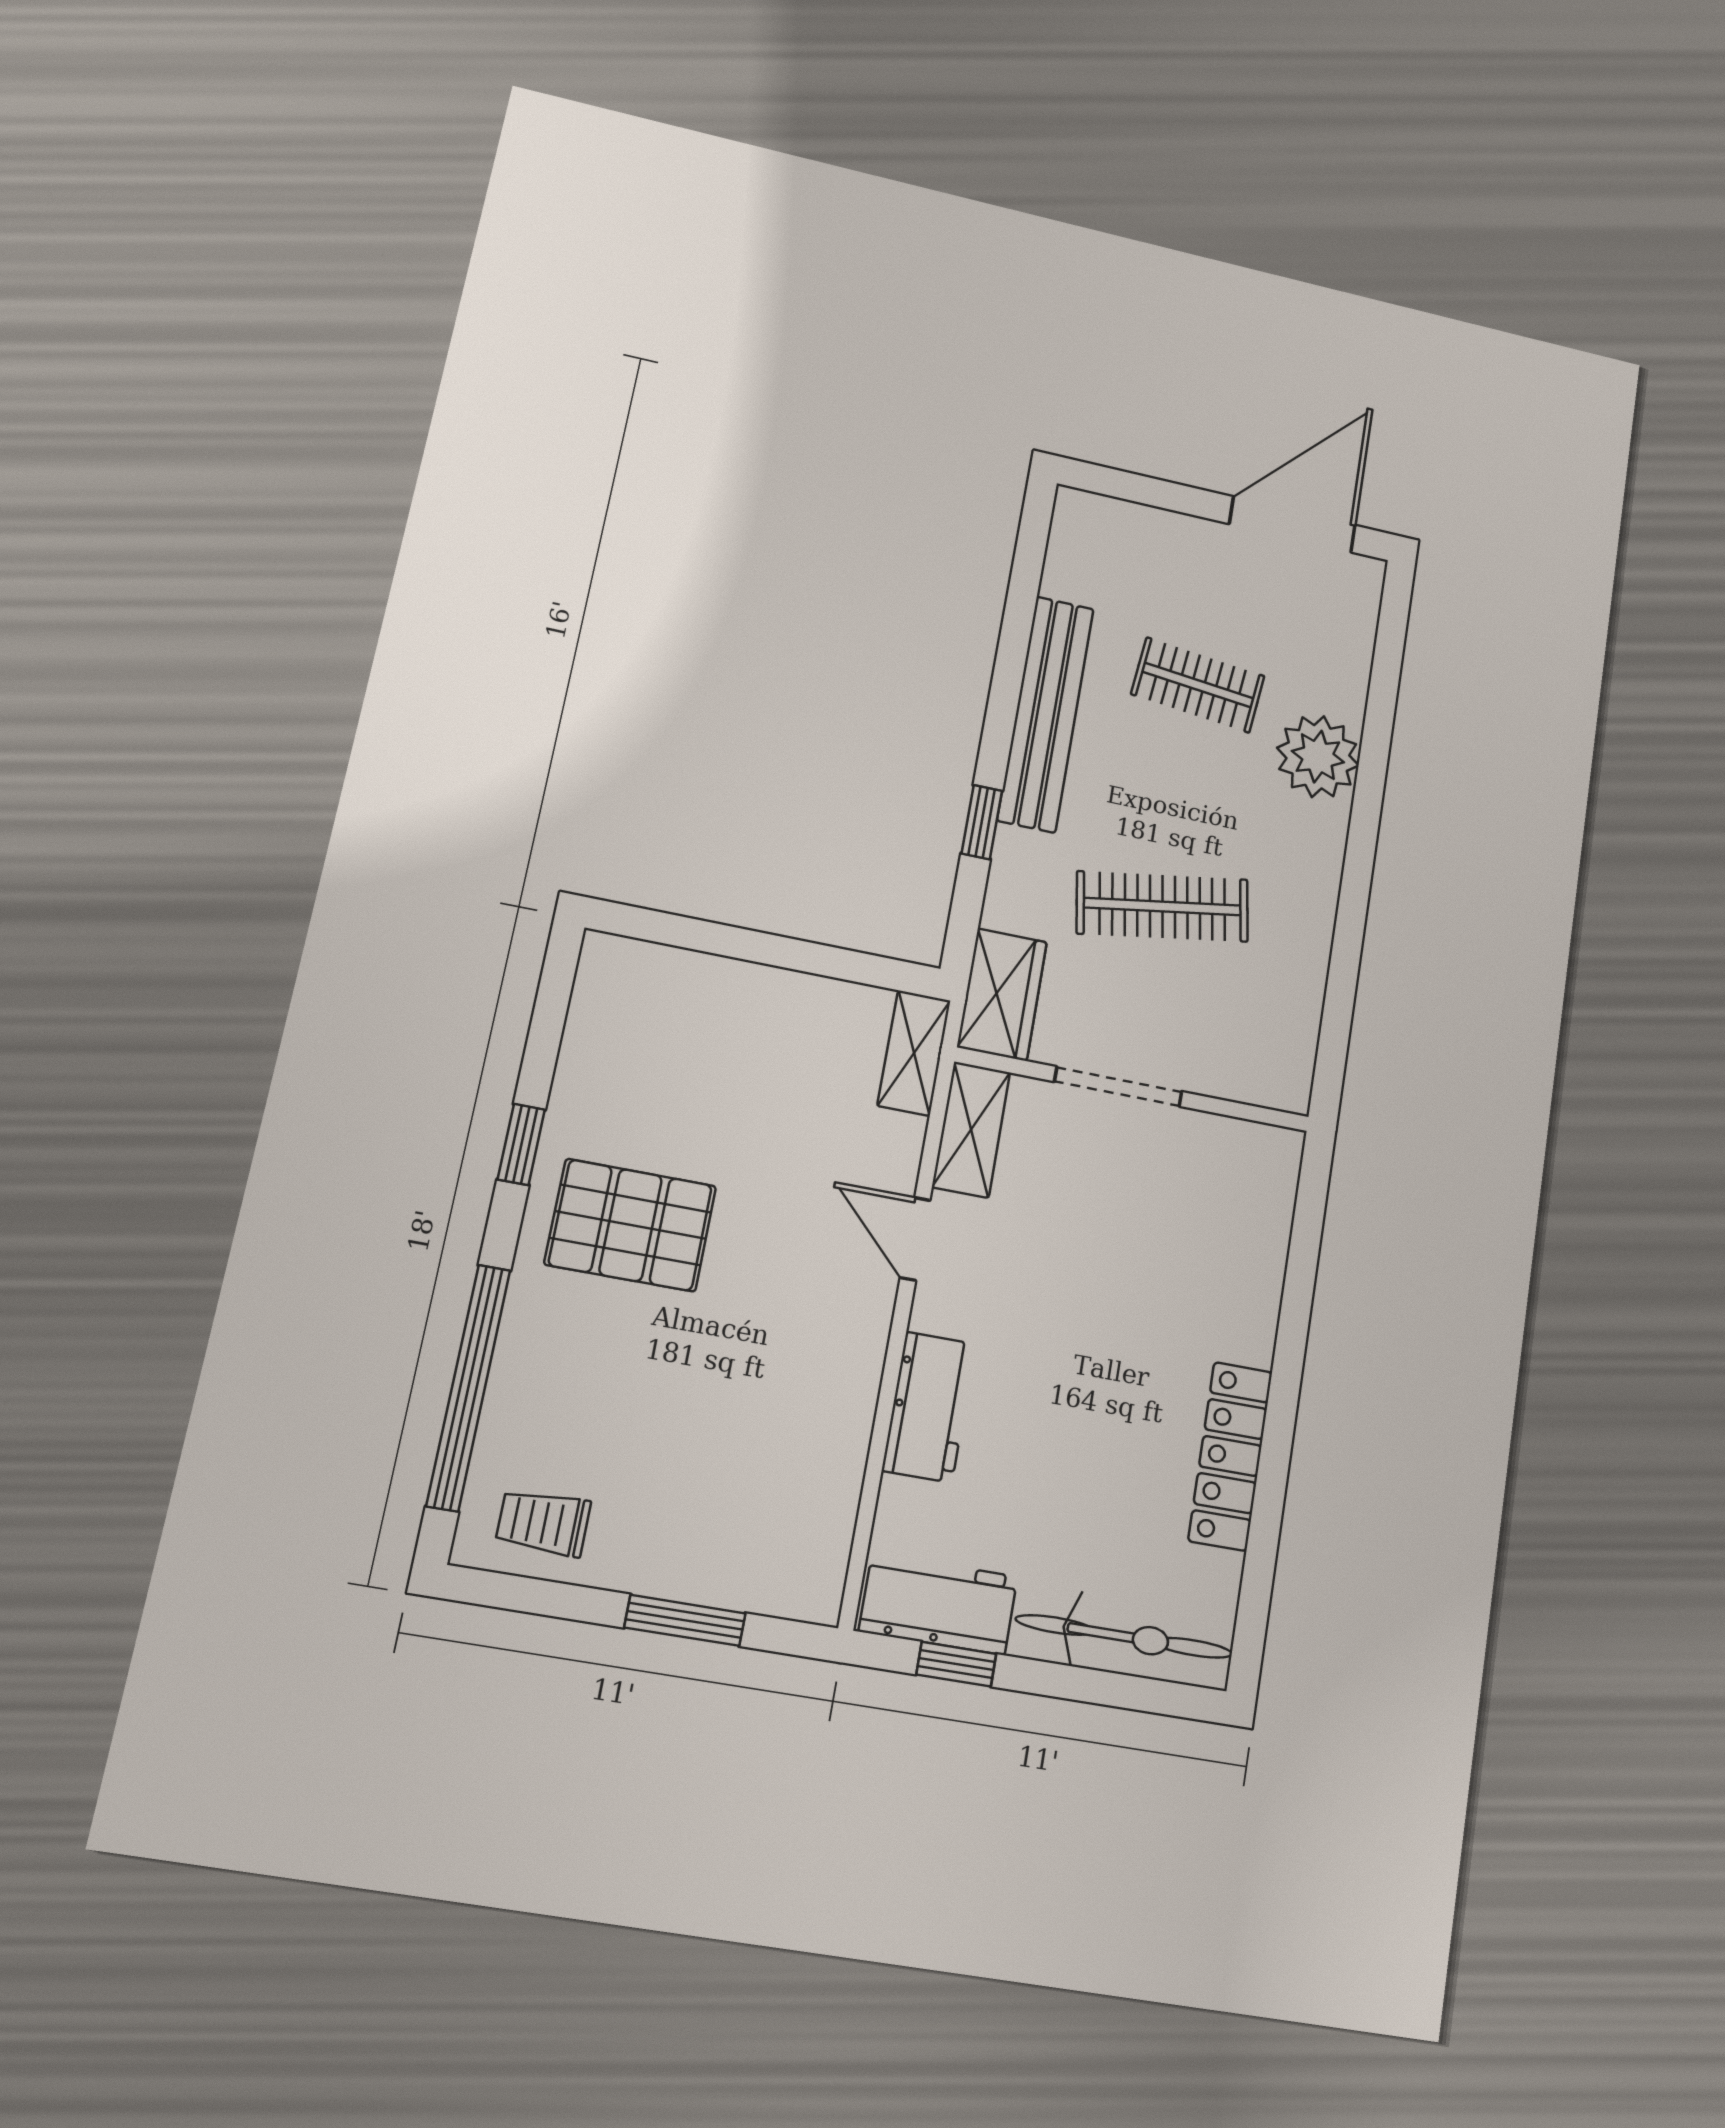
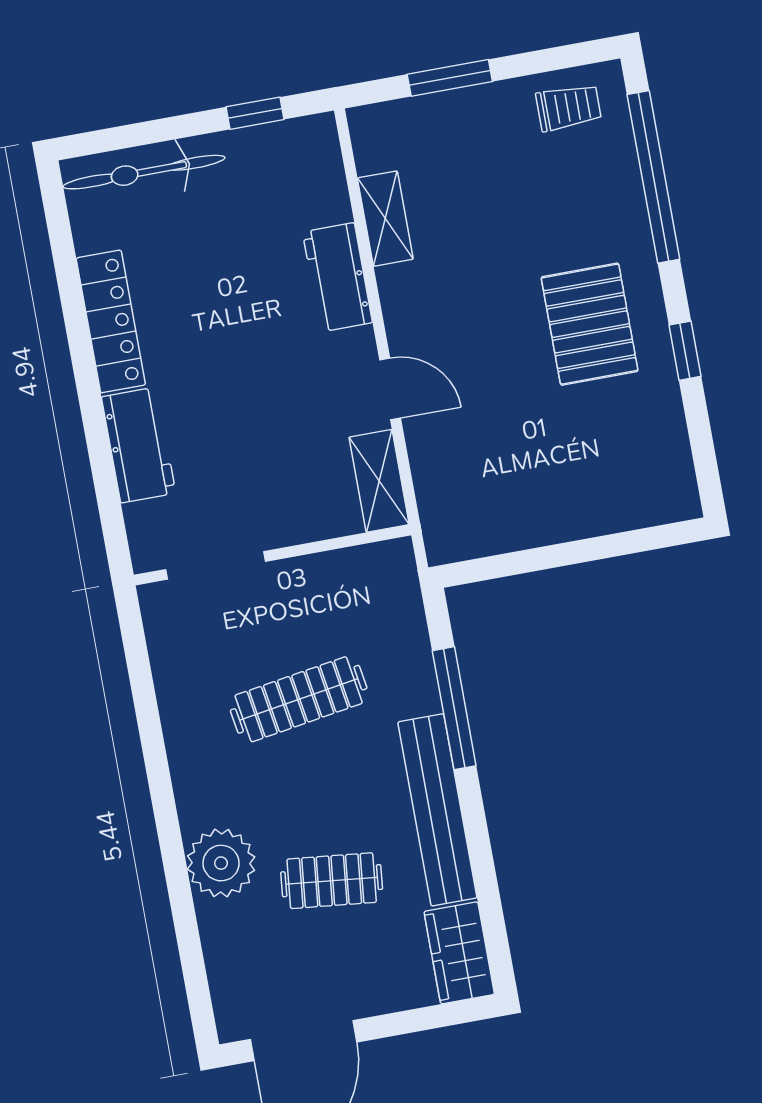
window: (982, 822) -> (454, 708), width x2.17
wardrobe: (1002, 994) -> (459, 953), moved
shelving: (914, 1053) -> (385, 219), moved
doorway: (1118, 1087) -> (215, 565), moved
pallet: (631, 1225) -> (590, 324), turned 90
workbench: (938, 1604) -> (139, 445), moved, turned -90

